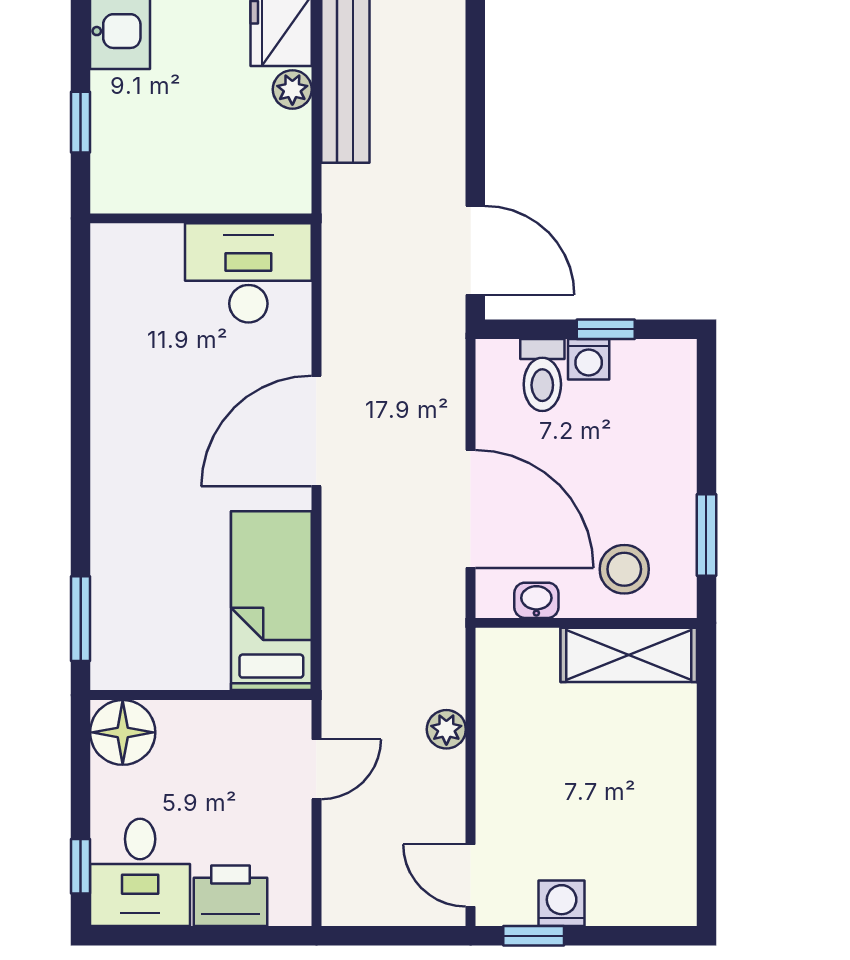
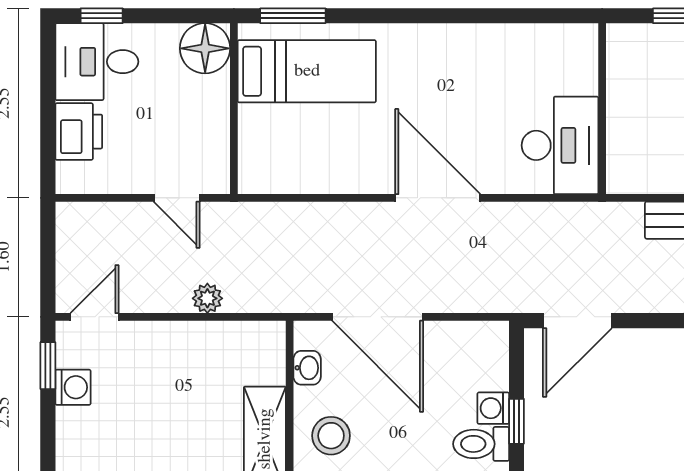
toilet: (542, 375) -> (481, 444), moved
door: (471, 509) -> (378, 317), hinge flipped
bed: (271, 601) -> (307, 71), moved

